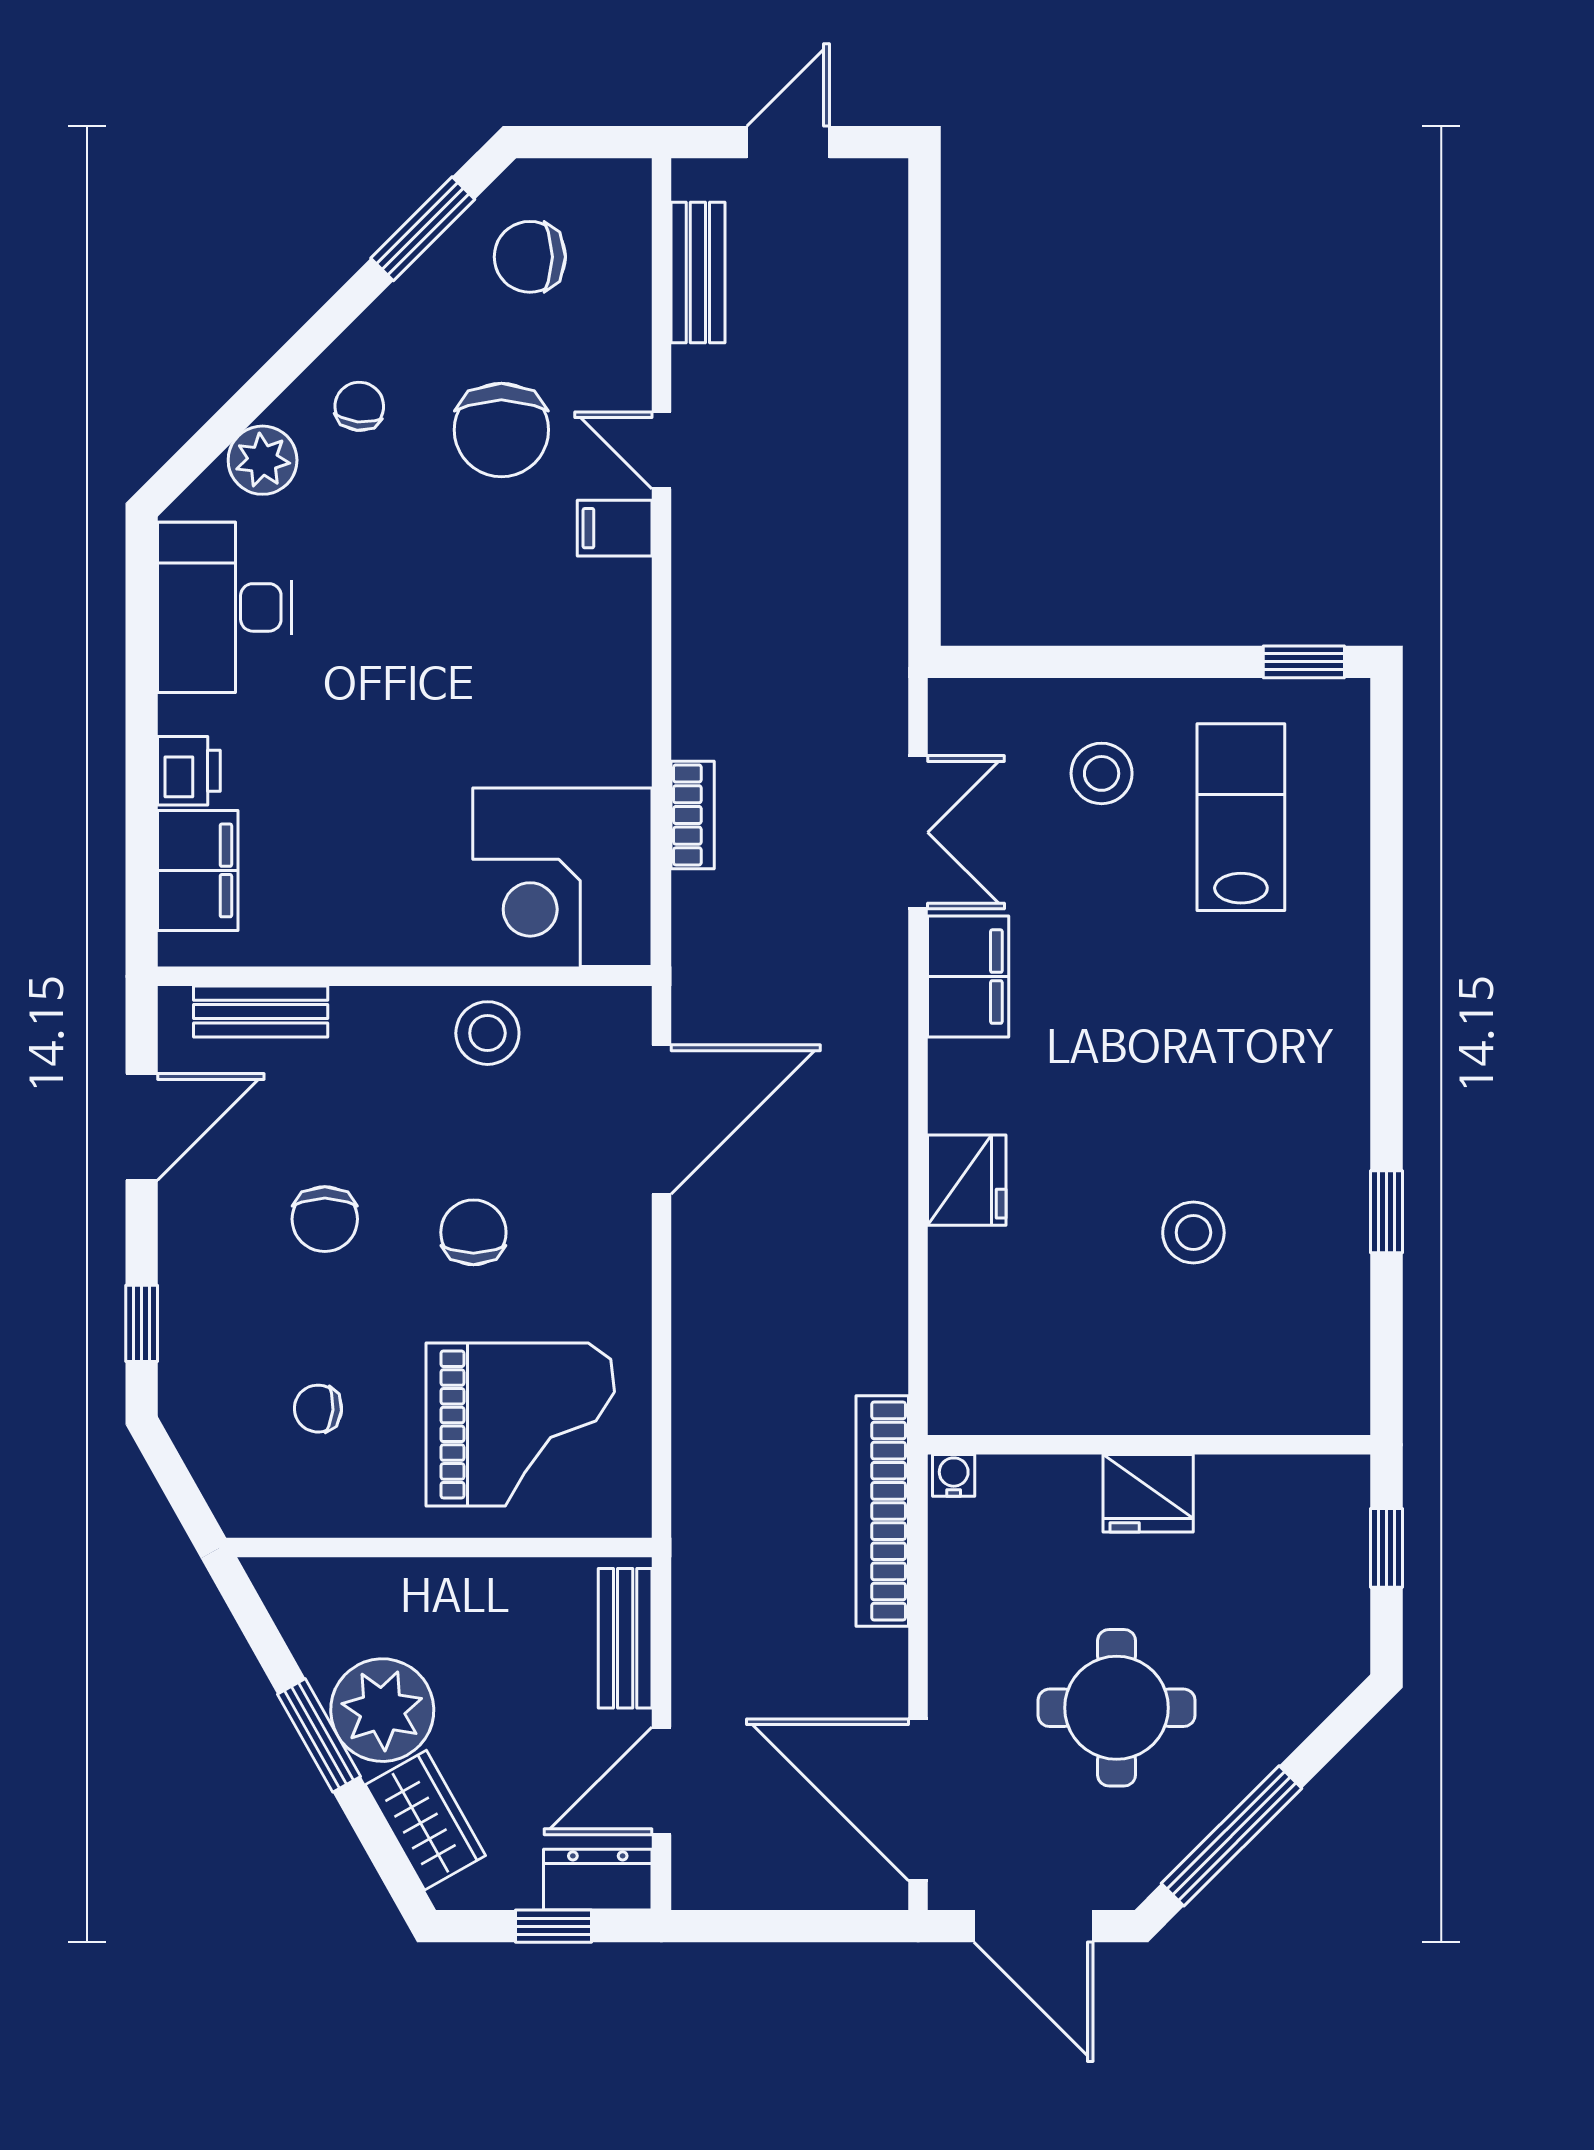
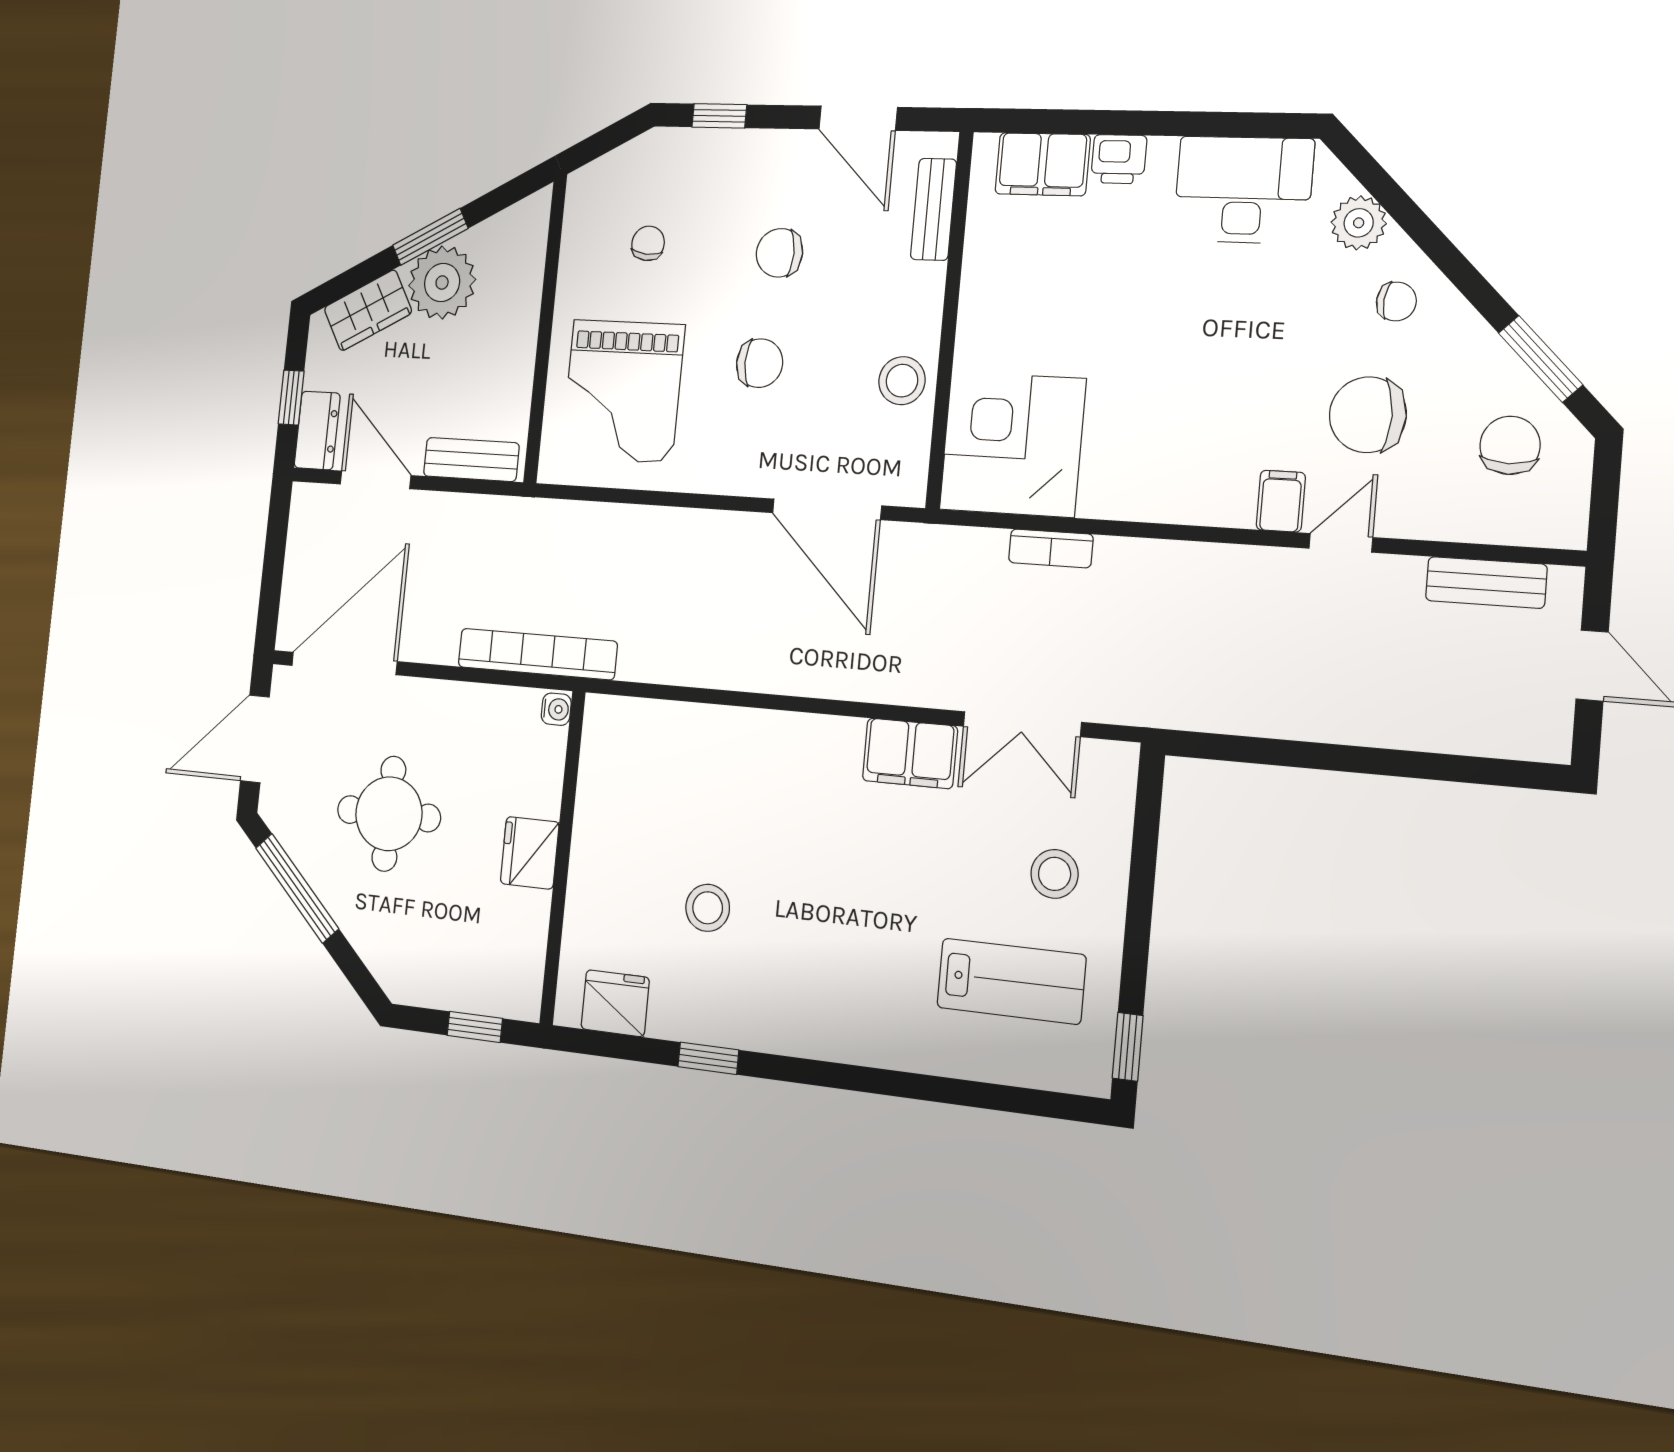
fridge: (967, 1180) -> (615, 1003), moved, turned 180

